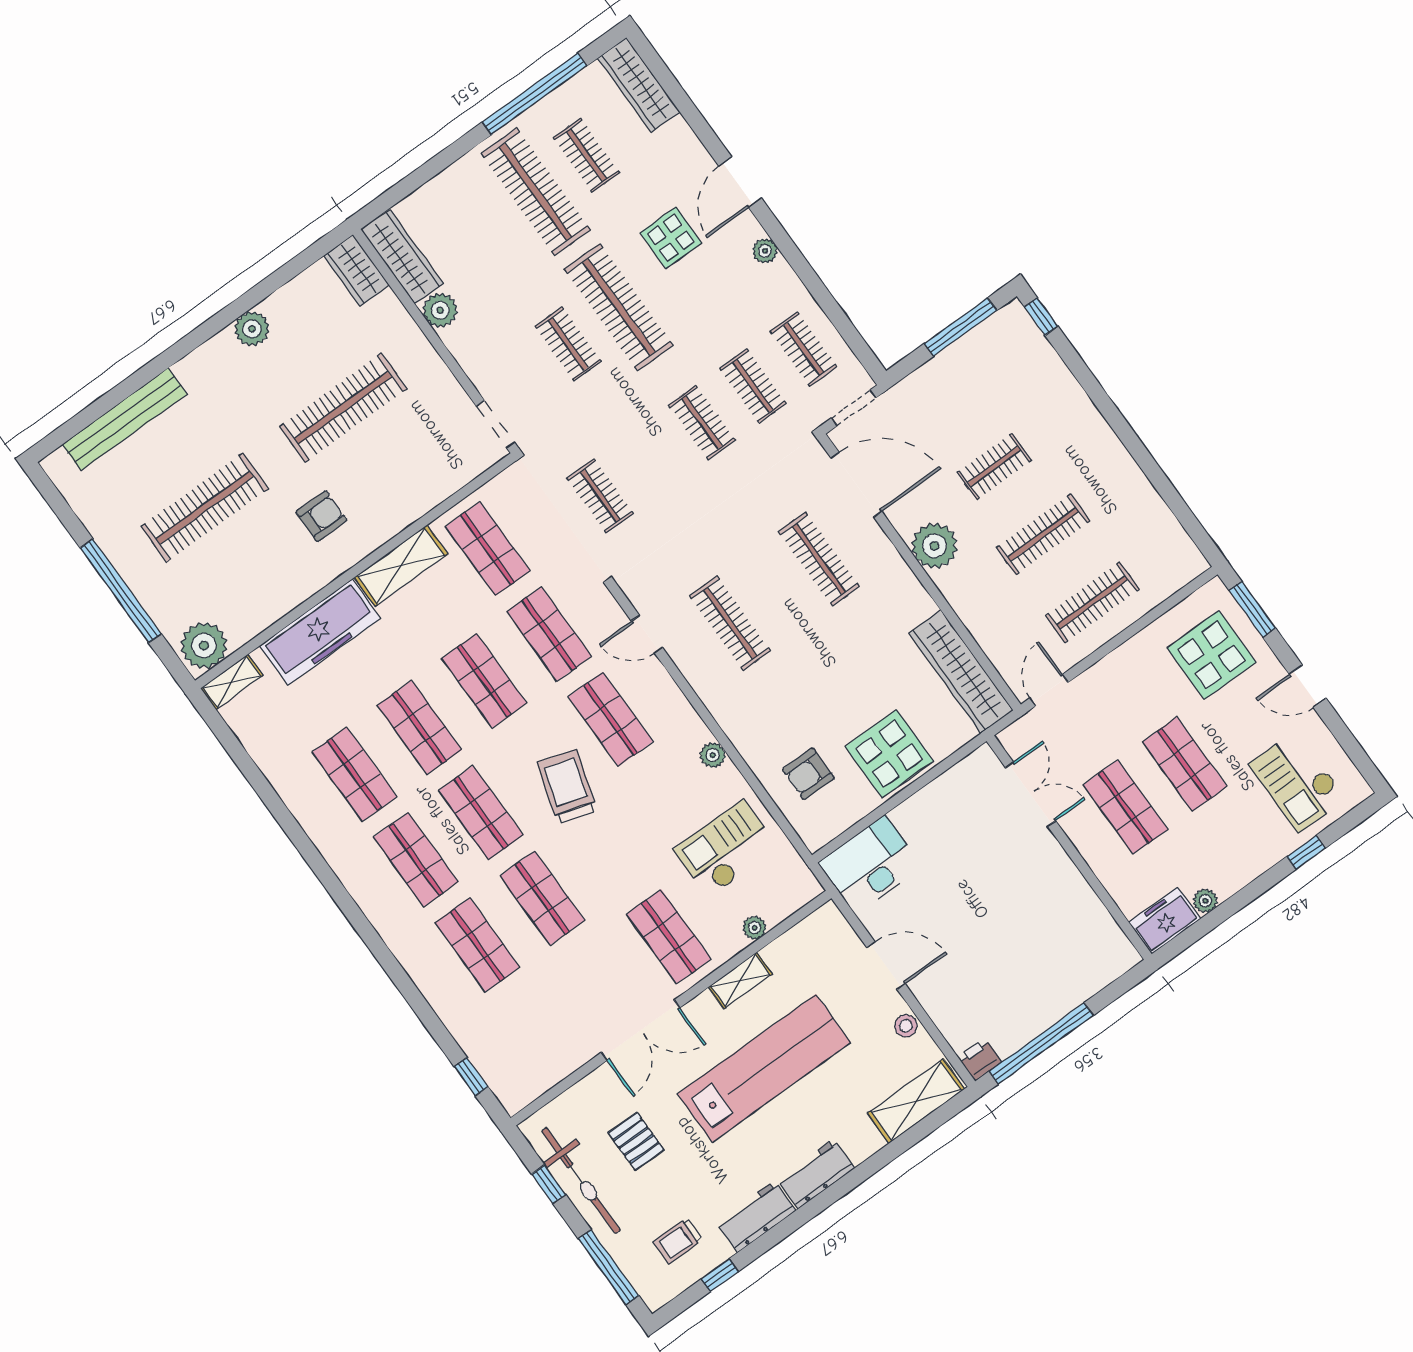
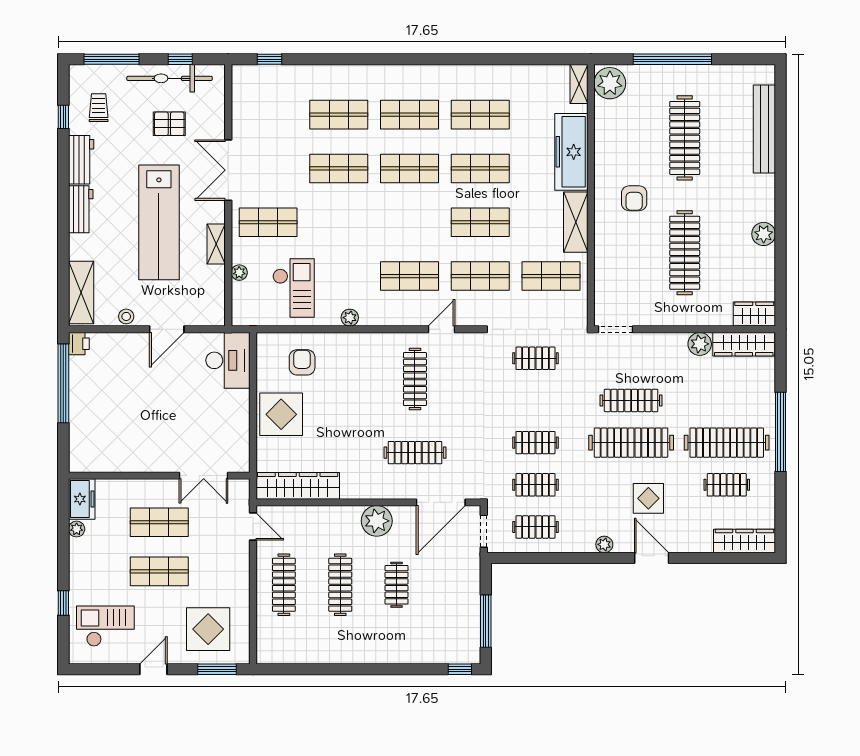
window: (535, 94) -> (780, 432), moved
clothes rail: (568, 344) -> (631, 400), width x1.36
clothes rail: (730, 623) -> (415, 379), turned 90
trolley: (567, 786) -> (390, 226), removed

